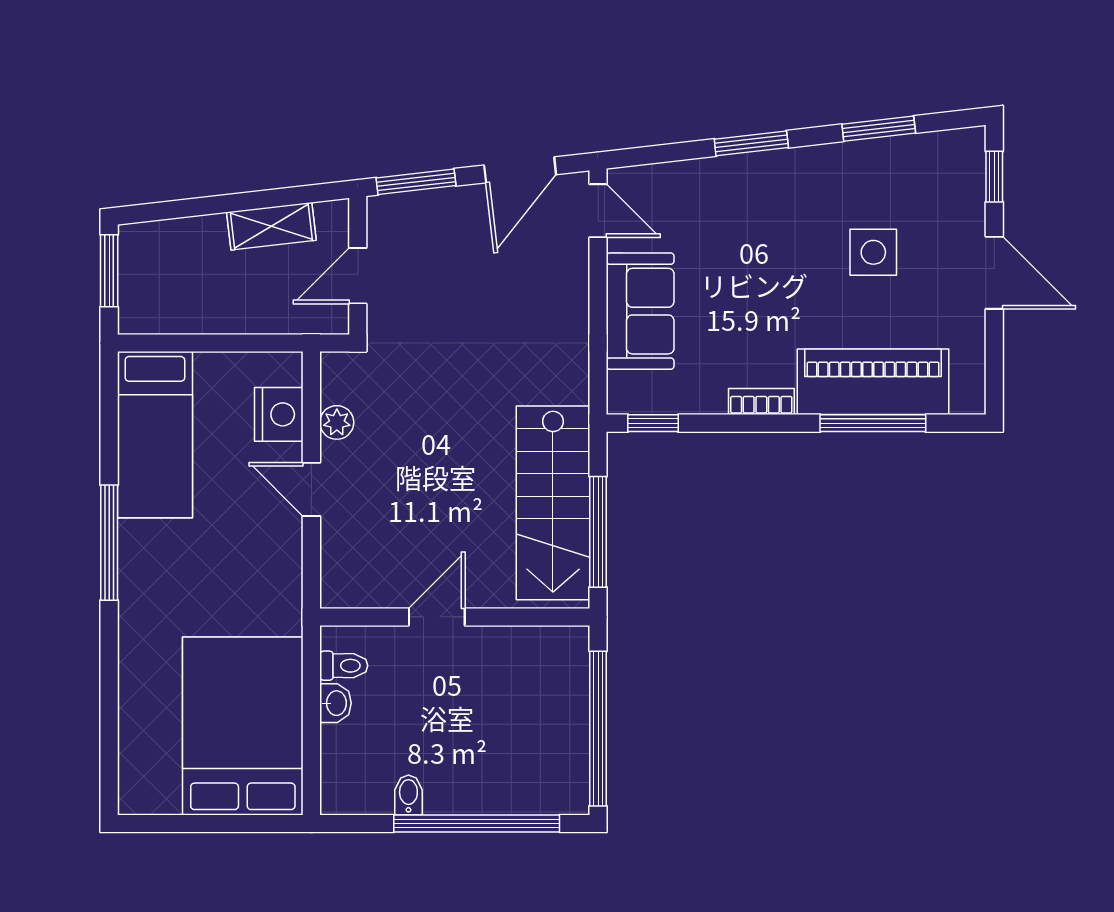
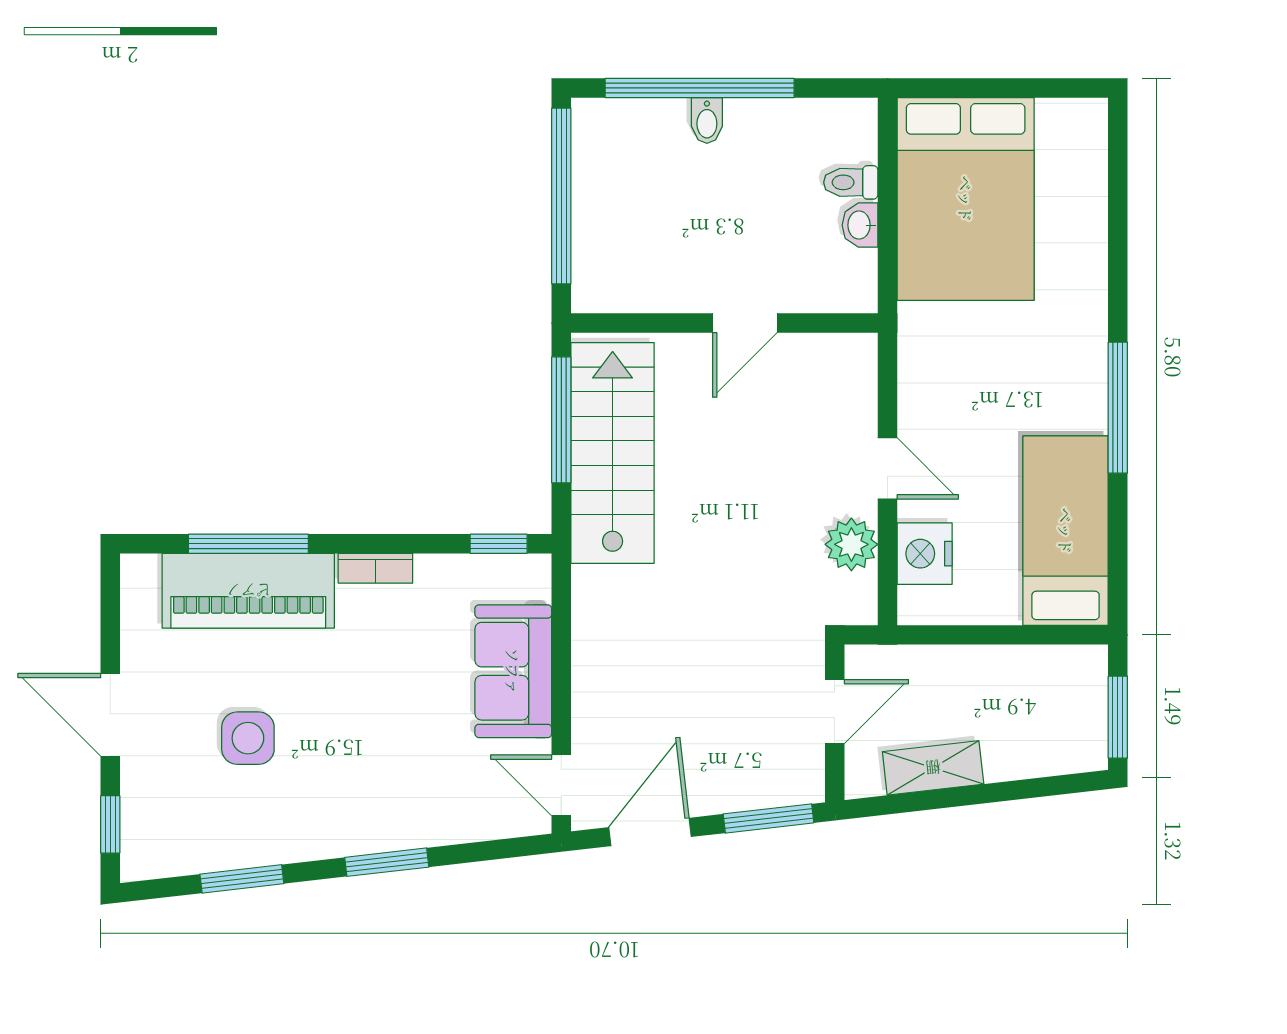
plant: (337, 422) -> (851, 544), width x1.38, depth x1.38
toilet: (344, 666) -> (851, 182), moved
bidet: (408, 795) -> (707, 121), moved

